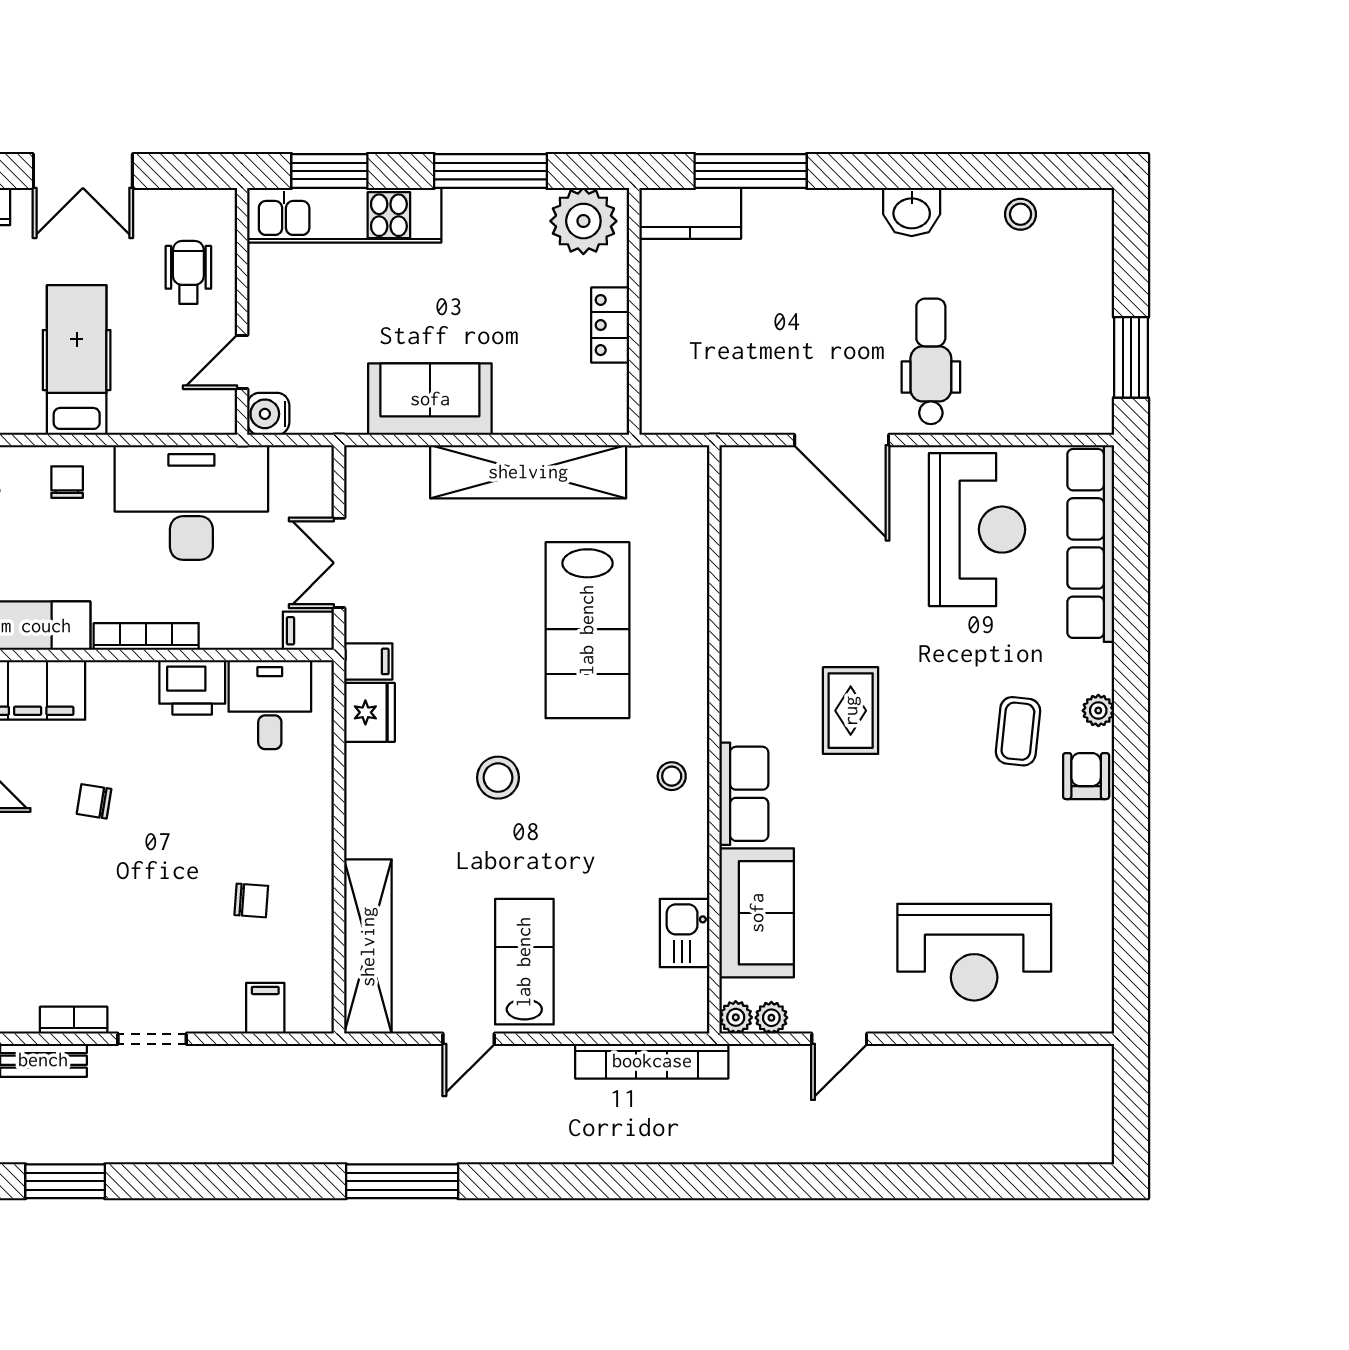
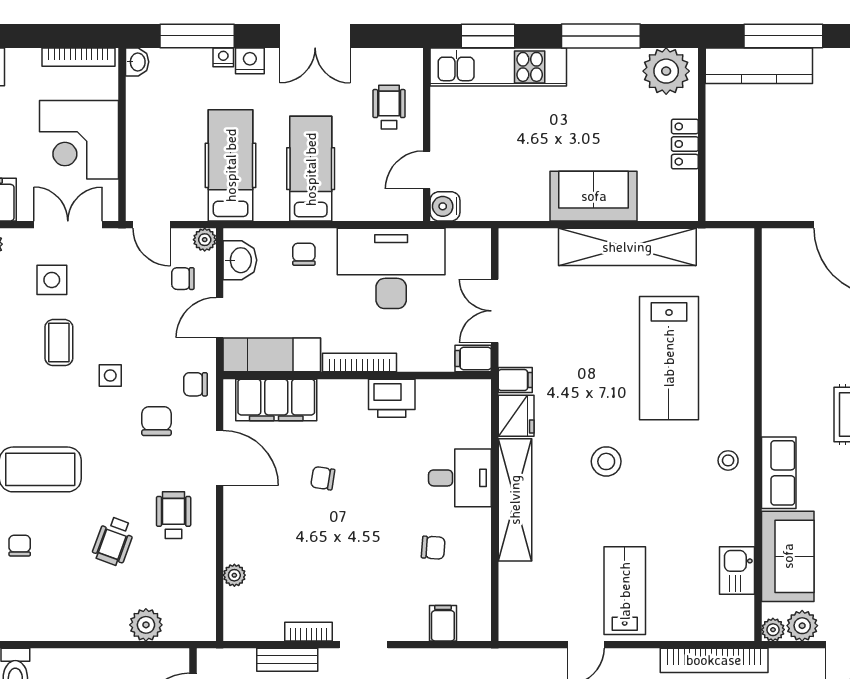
kitchen counter: (690, 213) -> (759, 66), width x1.50
sofa: (430, 399) -> (594, 196), moved
desk: (270, 705) -> (460, 478), moved, turned 90
shelving: (368, 947) -> (515, 500), moved
plant: (771, 1018) -> (802, 626), width x1.38, depth x1.38

